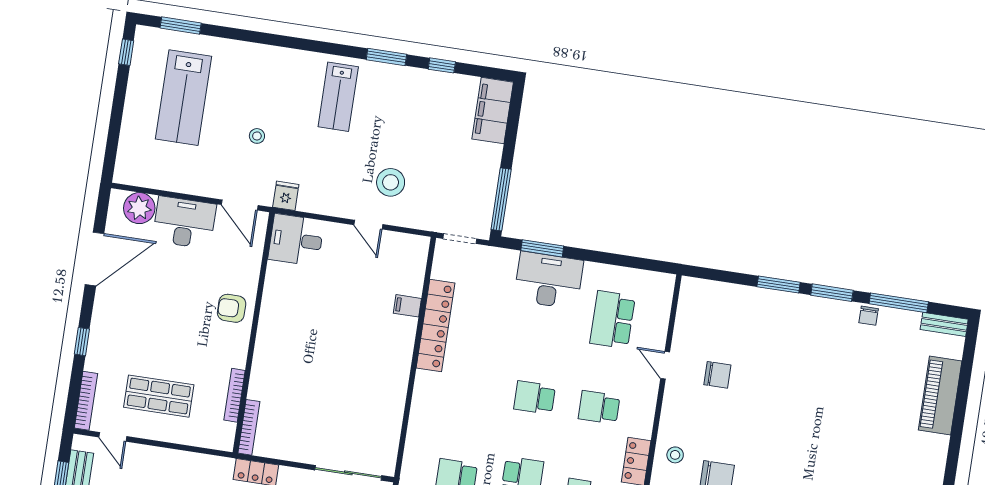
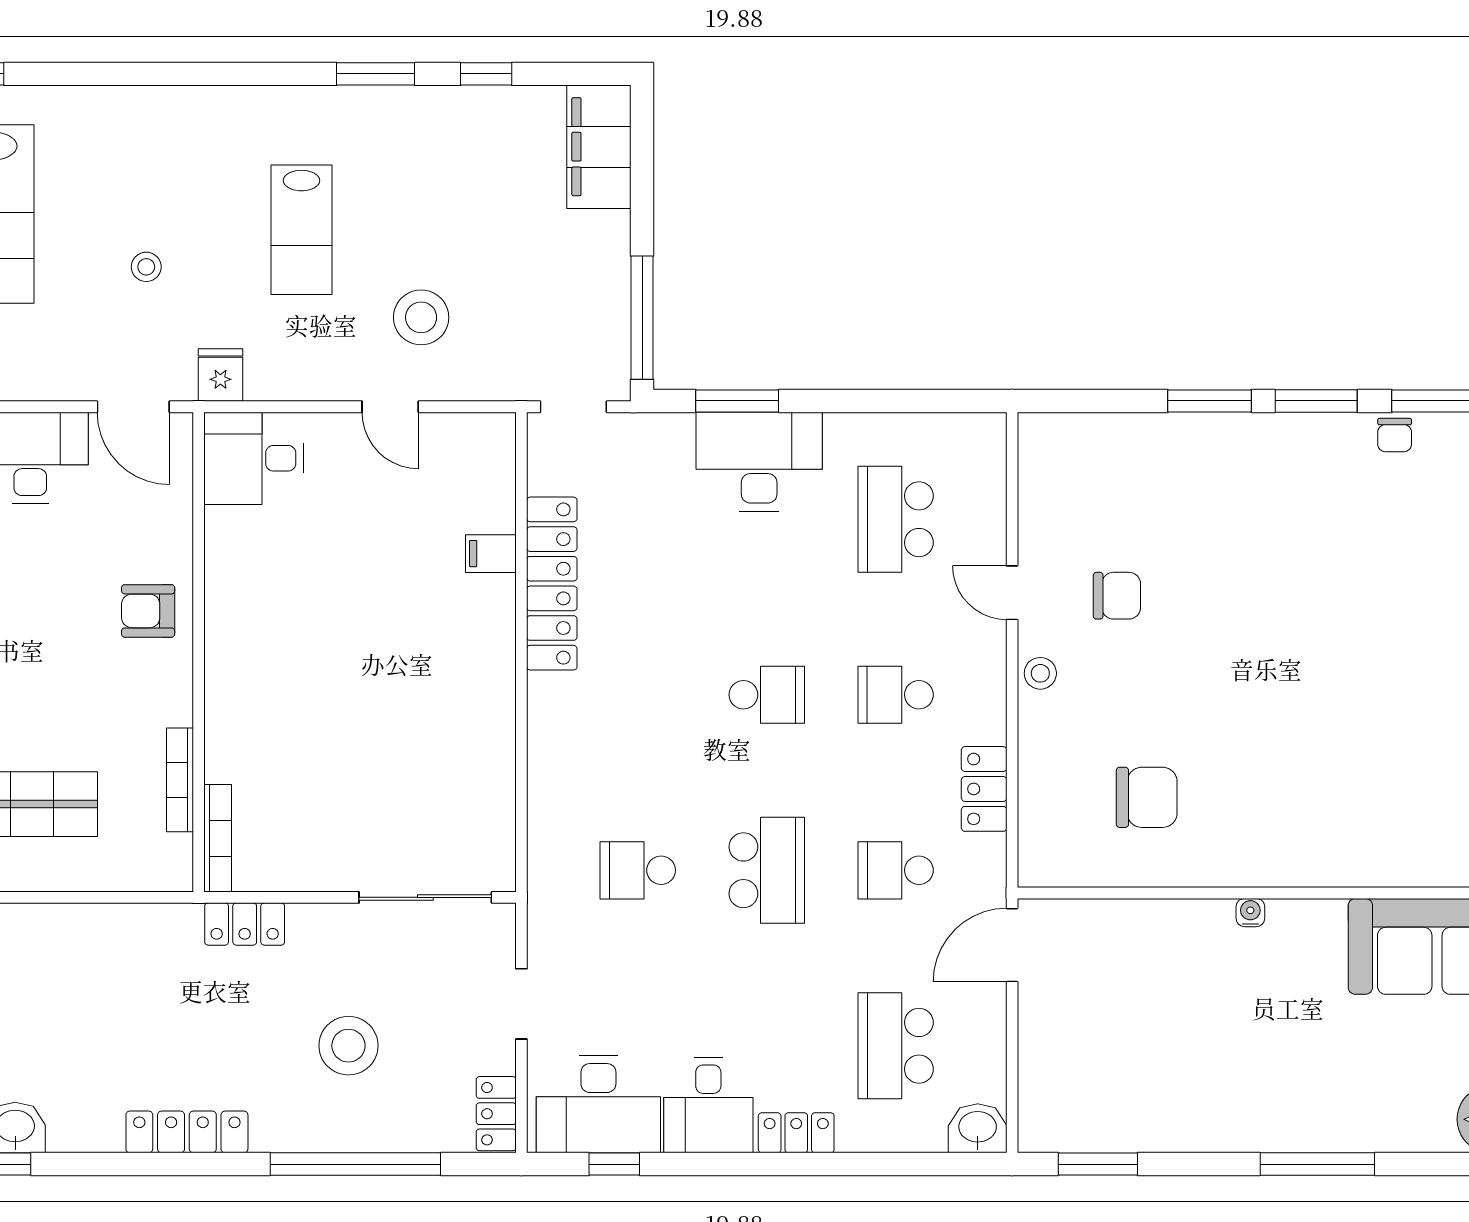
lab bench: (338, 97) -> (301, 230), moved
school desk: (535, 398) -> (767, 695), turned 180
stool: (675, 455) -> (1040, 673), moved

